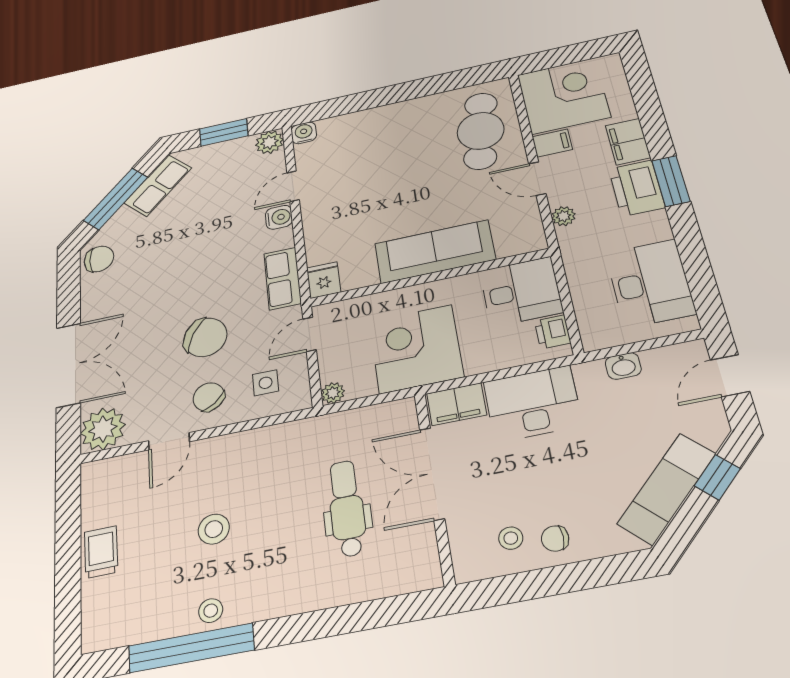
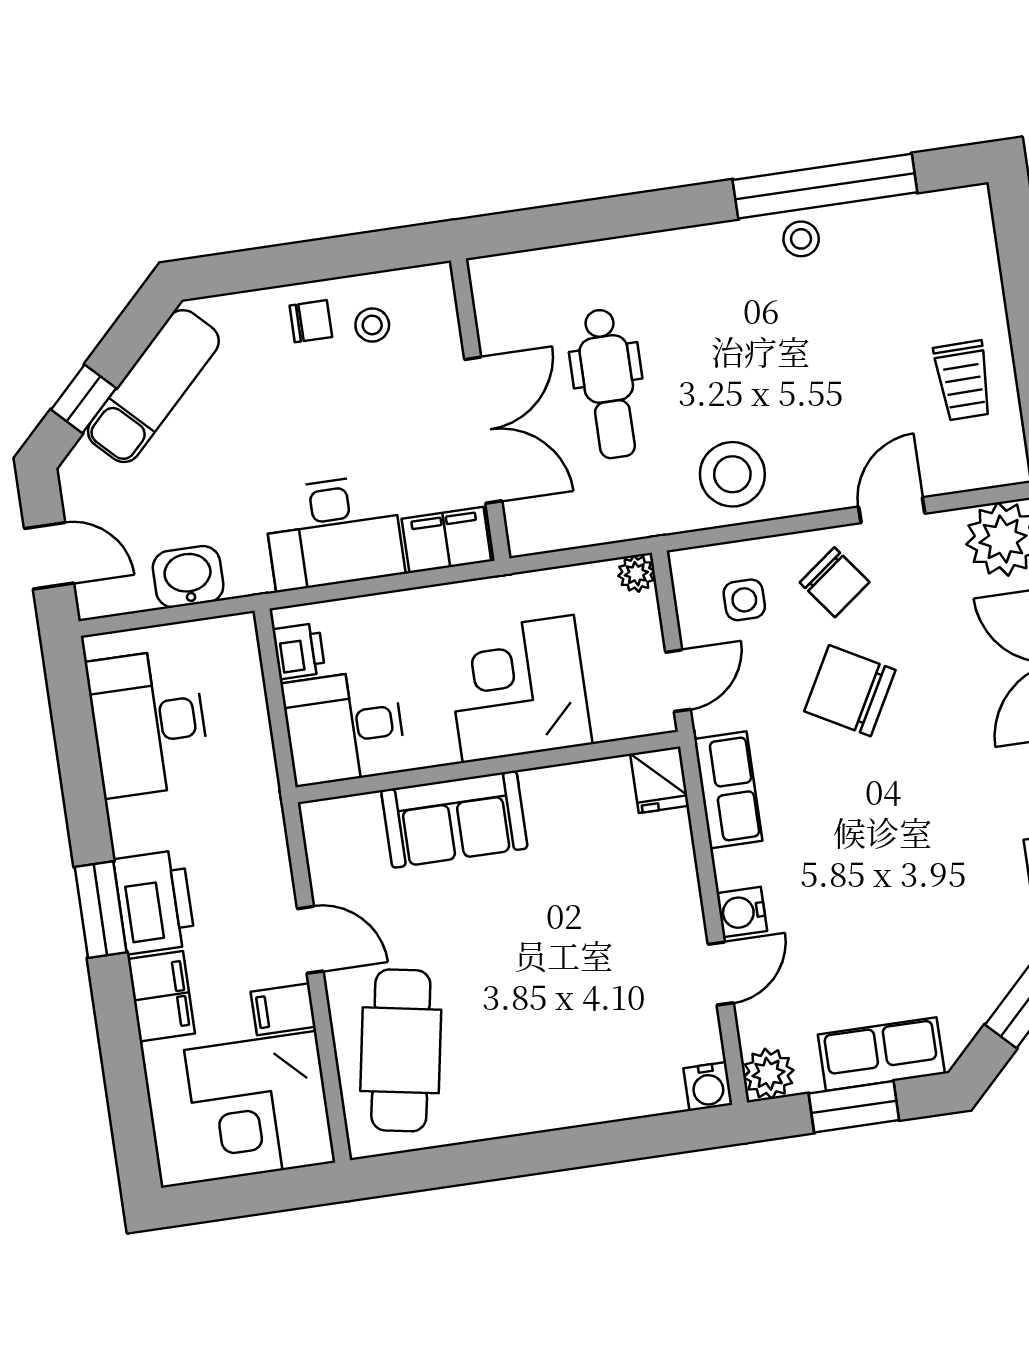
row of seats: (158, 185) -> (881, 1054), moved, turned 45
plant: (563, 216) -> (272, 861), removed
sofa: (435, 252) -> (454, 819), width x0.73
corner desk: (416, 349) -> (518, 689), moved, turned 180
washbasin: (623, 366) -> (188, 577), width x1.38, depth x1.45
door: (730, 376) -> (49, 556), hinge flipped
stool: (214, 529) -> (732, 474), moved, width x1.38, depth x1.38
trolley: (101, 552) -> (963, 381), moved

